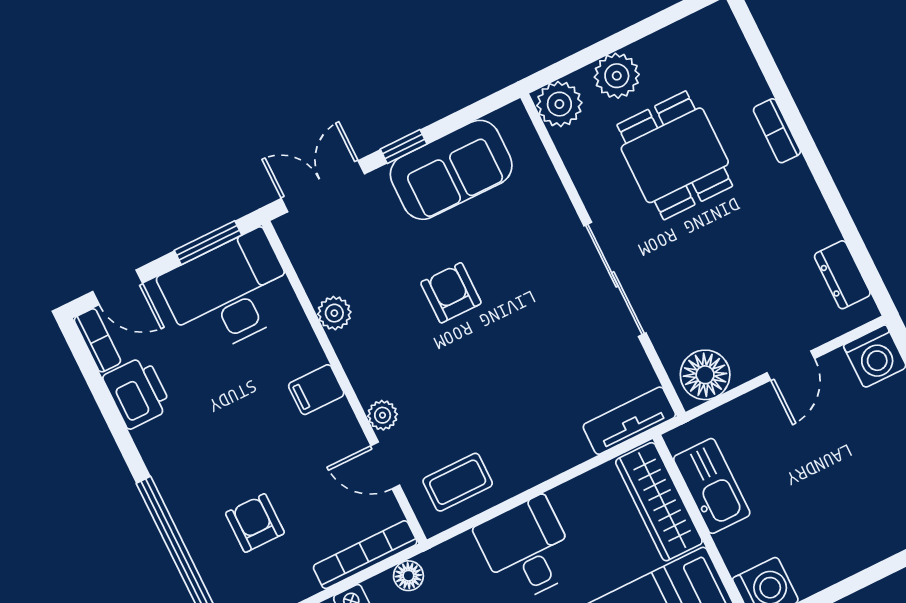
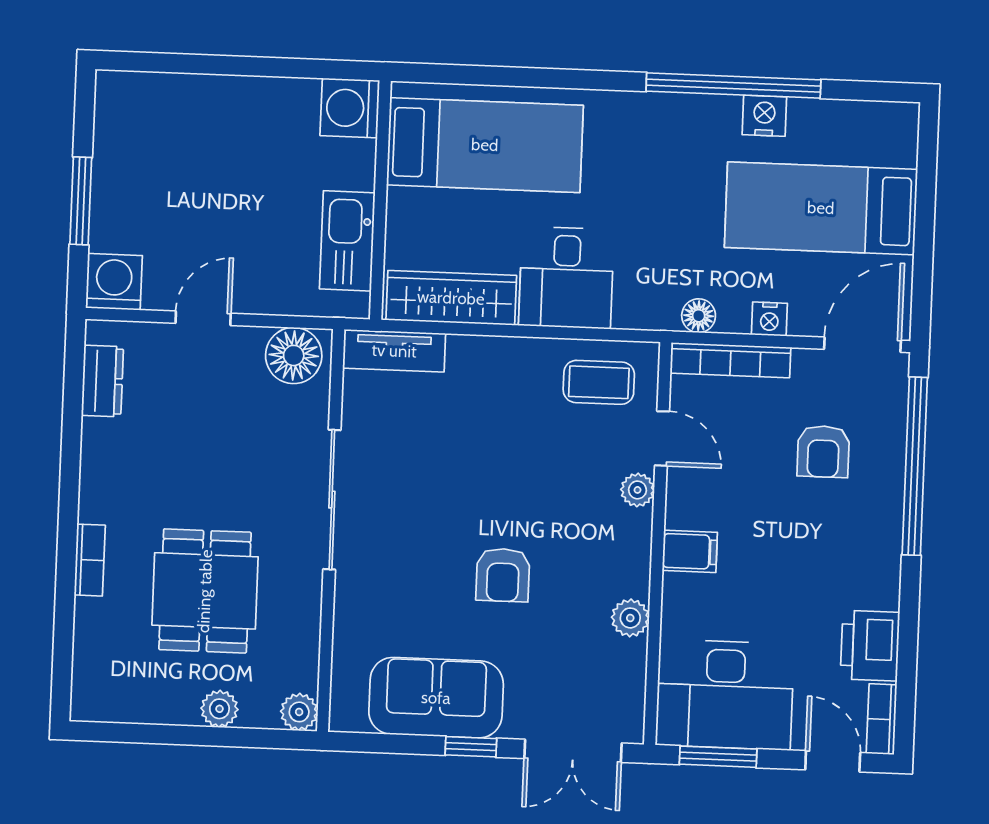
plant: (617, 76) -> (219, 709), width x0.73, depth x0.73
plant: (559, 104) -> (299, 712), width x0.73, depth x0.73
wardrobe: (659, 502) -> (451, 298), moved, turned -90

